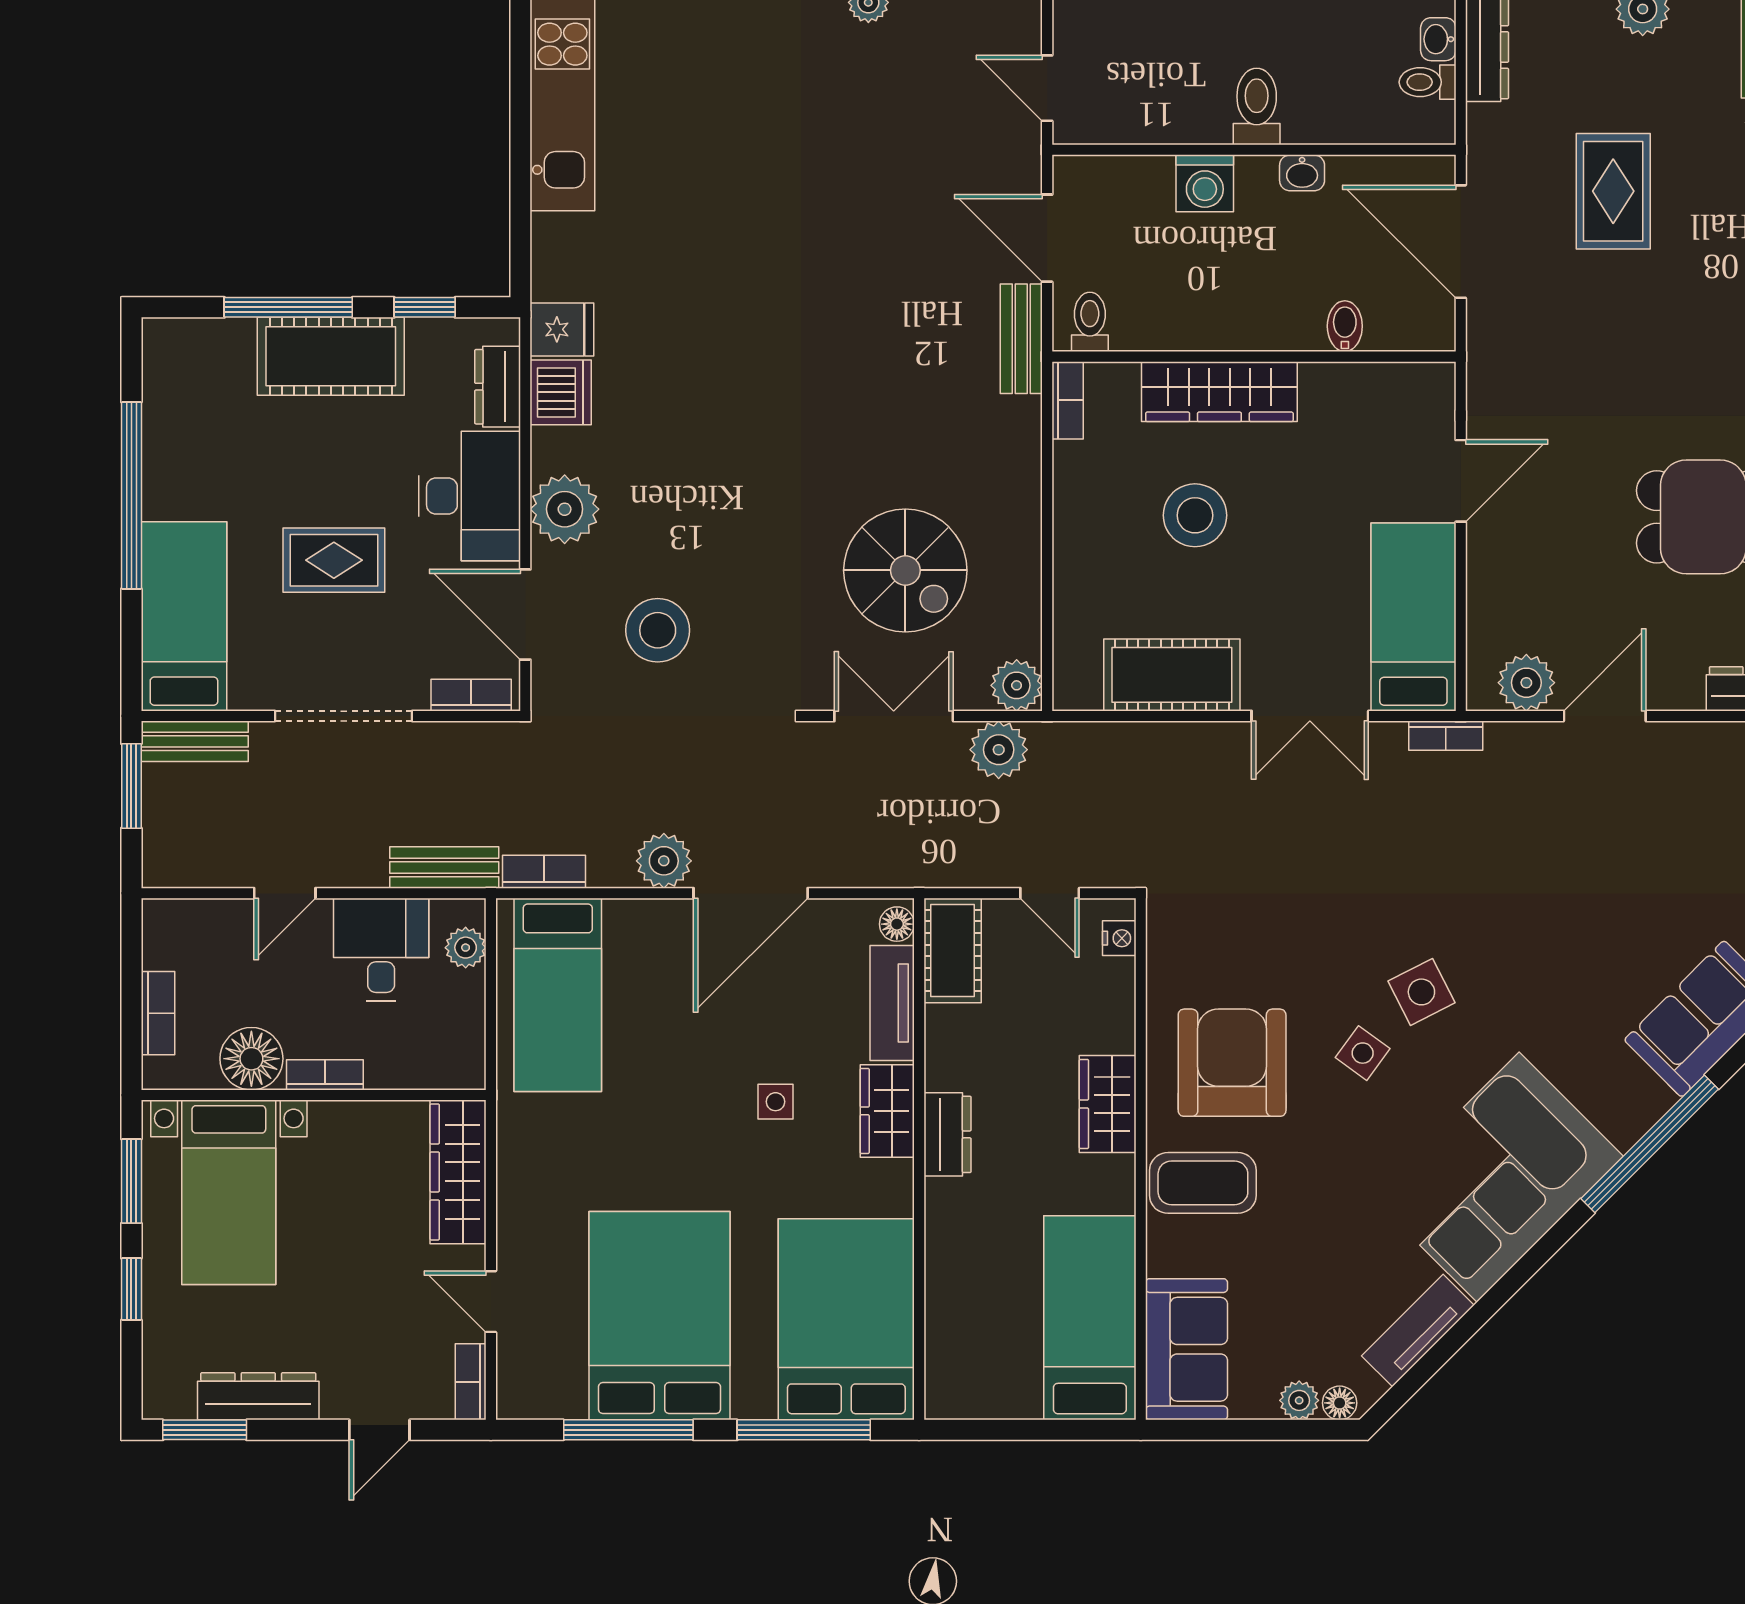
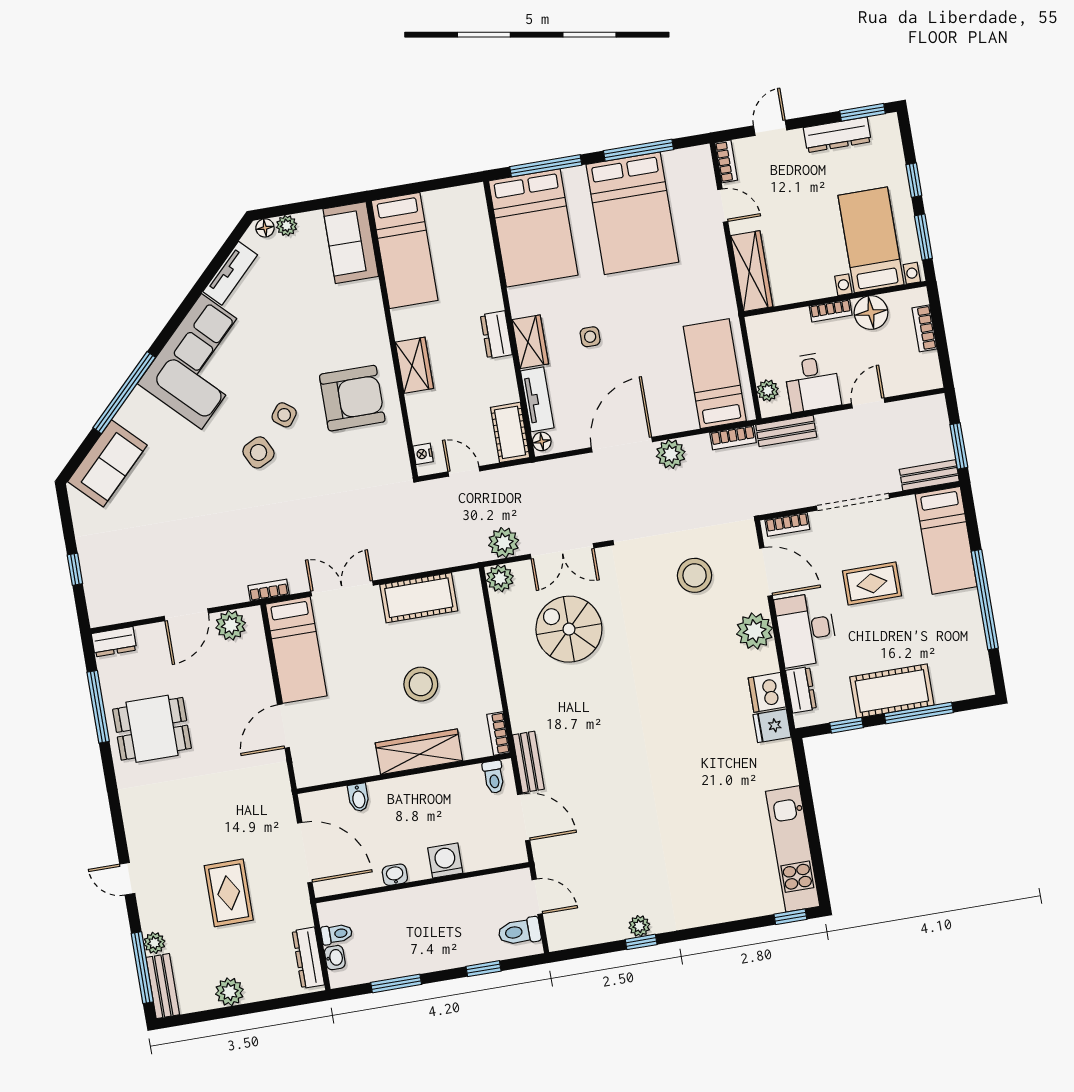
toilet: (1257, 106) -> (519, 932), moved, turned 90
armchair: (1232, 1063) -> (352, 398), turned -90
coffee table: (1203, 1183) -> (357, 332), removed

